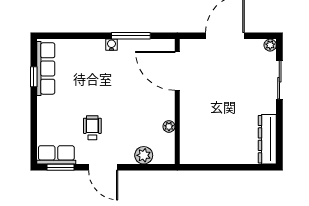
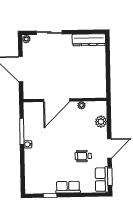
row of seats: (46, 68) -> (68, 187), moved, width x0.68
door: (177, 71) -> (57, 100), moved

